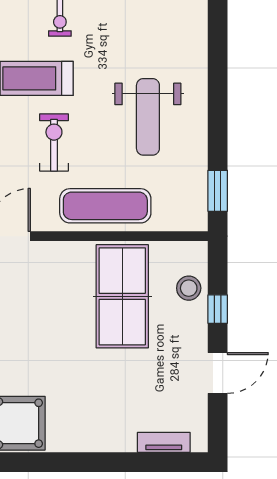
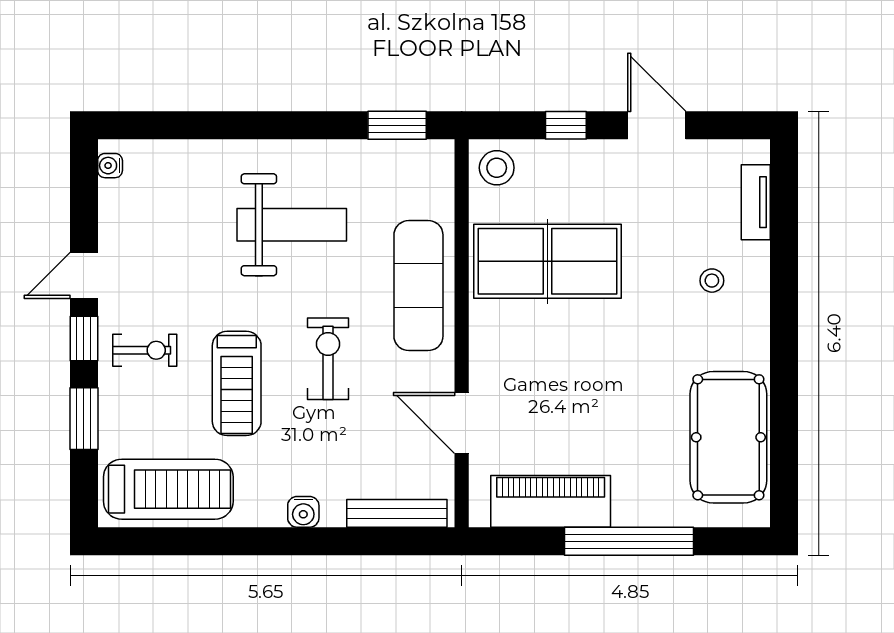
exercise bike: (54, 142) -> (328, 359), turned 90
stool: (189, 288) -> (497, 168), moved
stool: (109, 412) -> (712, 281), added

